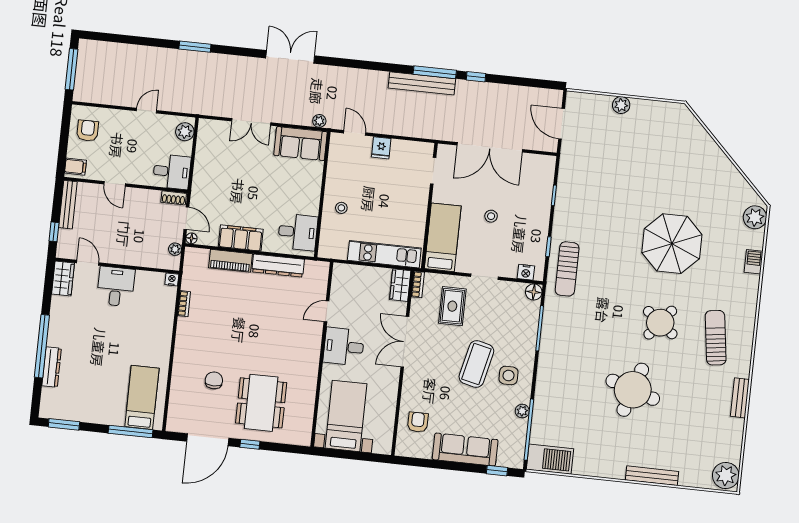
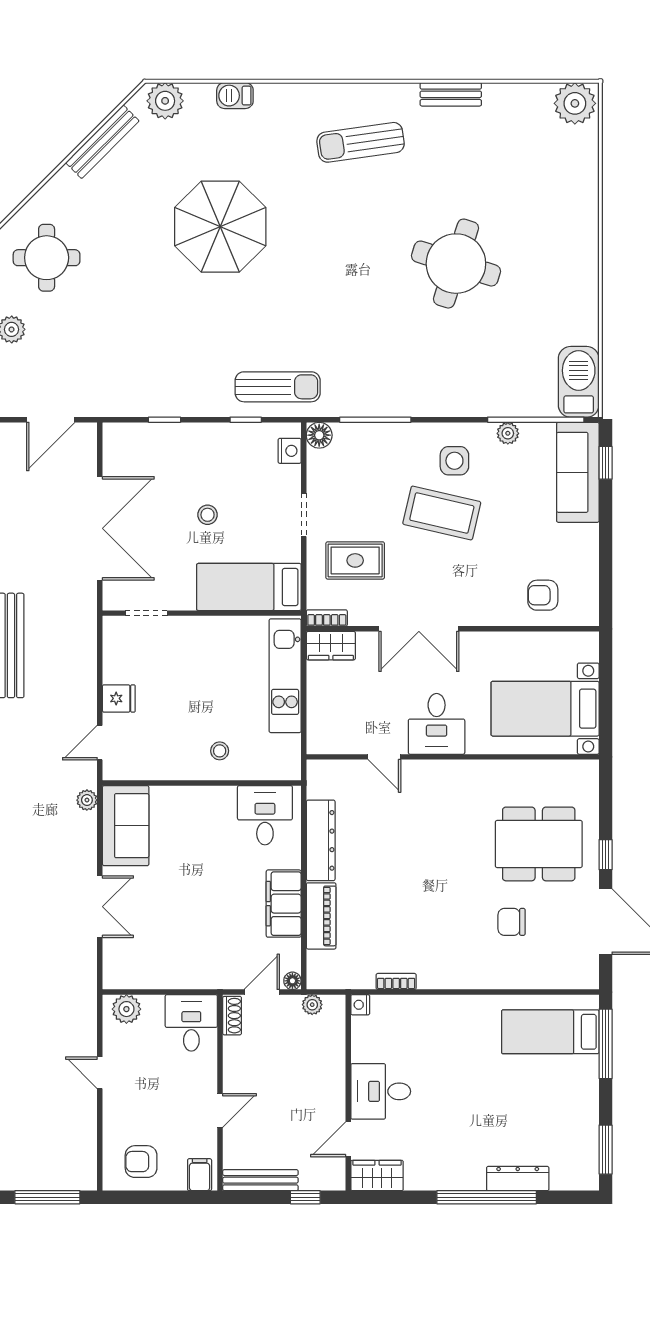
round table: (660, 323) -> (47, 258), moved, turned -38
sofa: (465, 450) -> (578, 472), moved
bench: (652, 476) -> (102, 142), moved, turned 45

